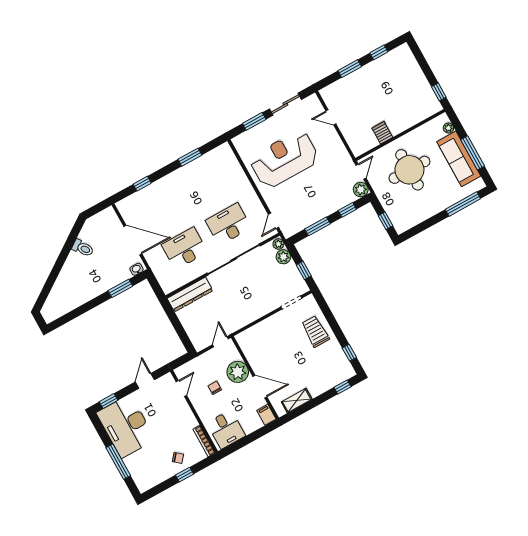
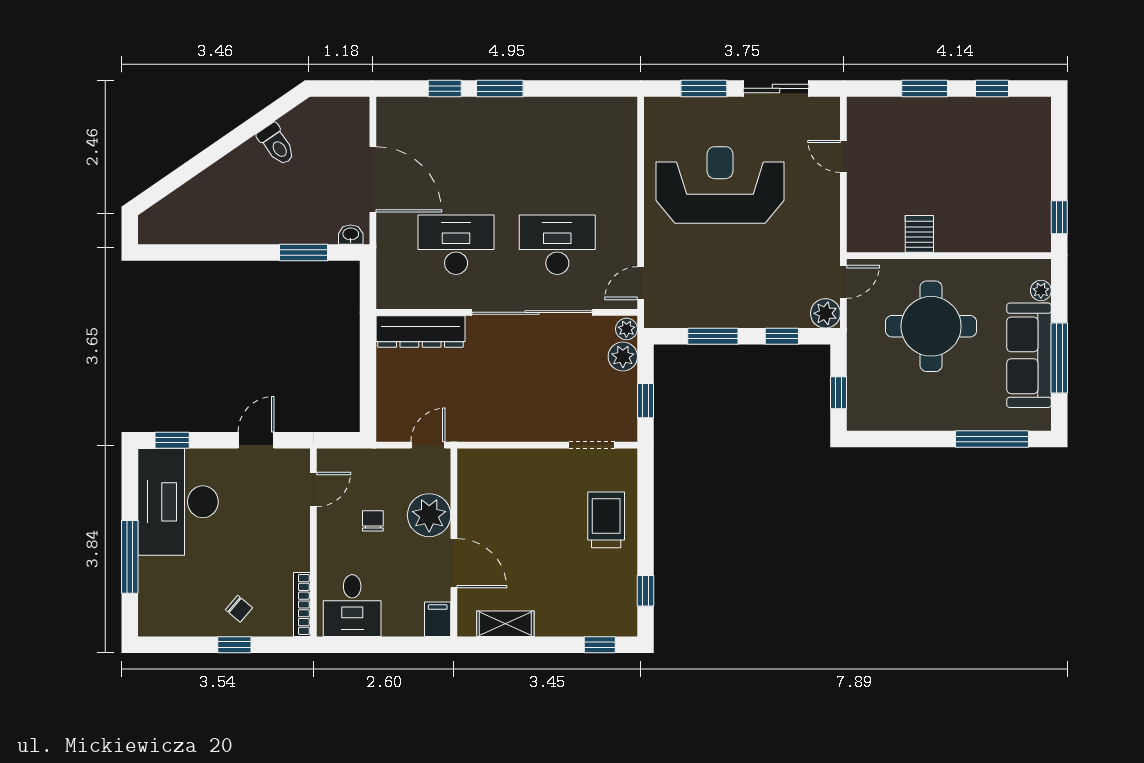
window: (190, 157) -> (500, 88), moved

